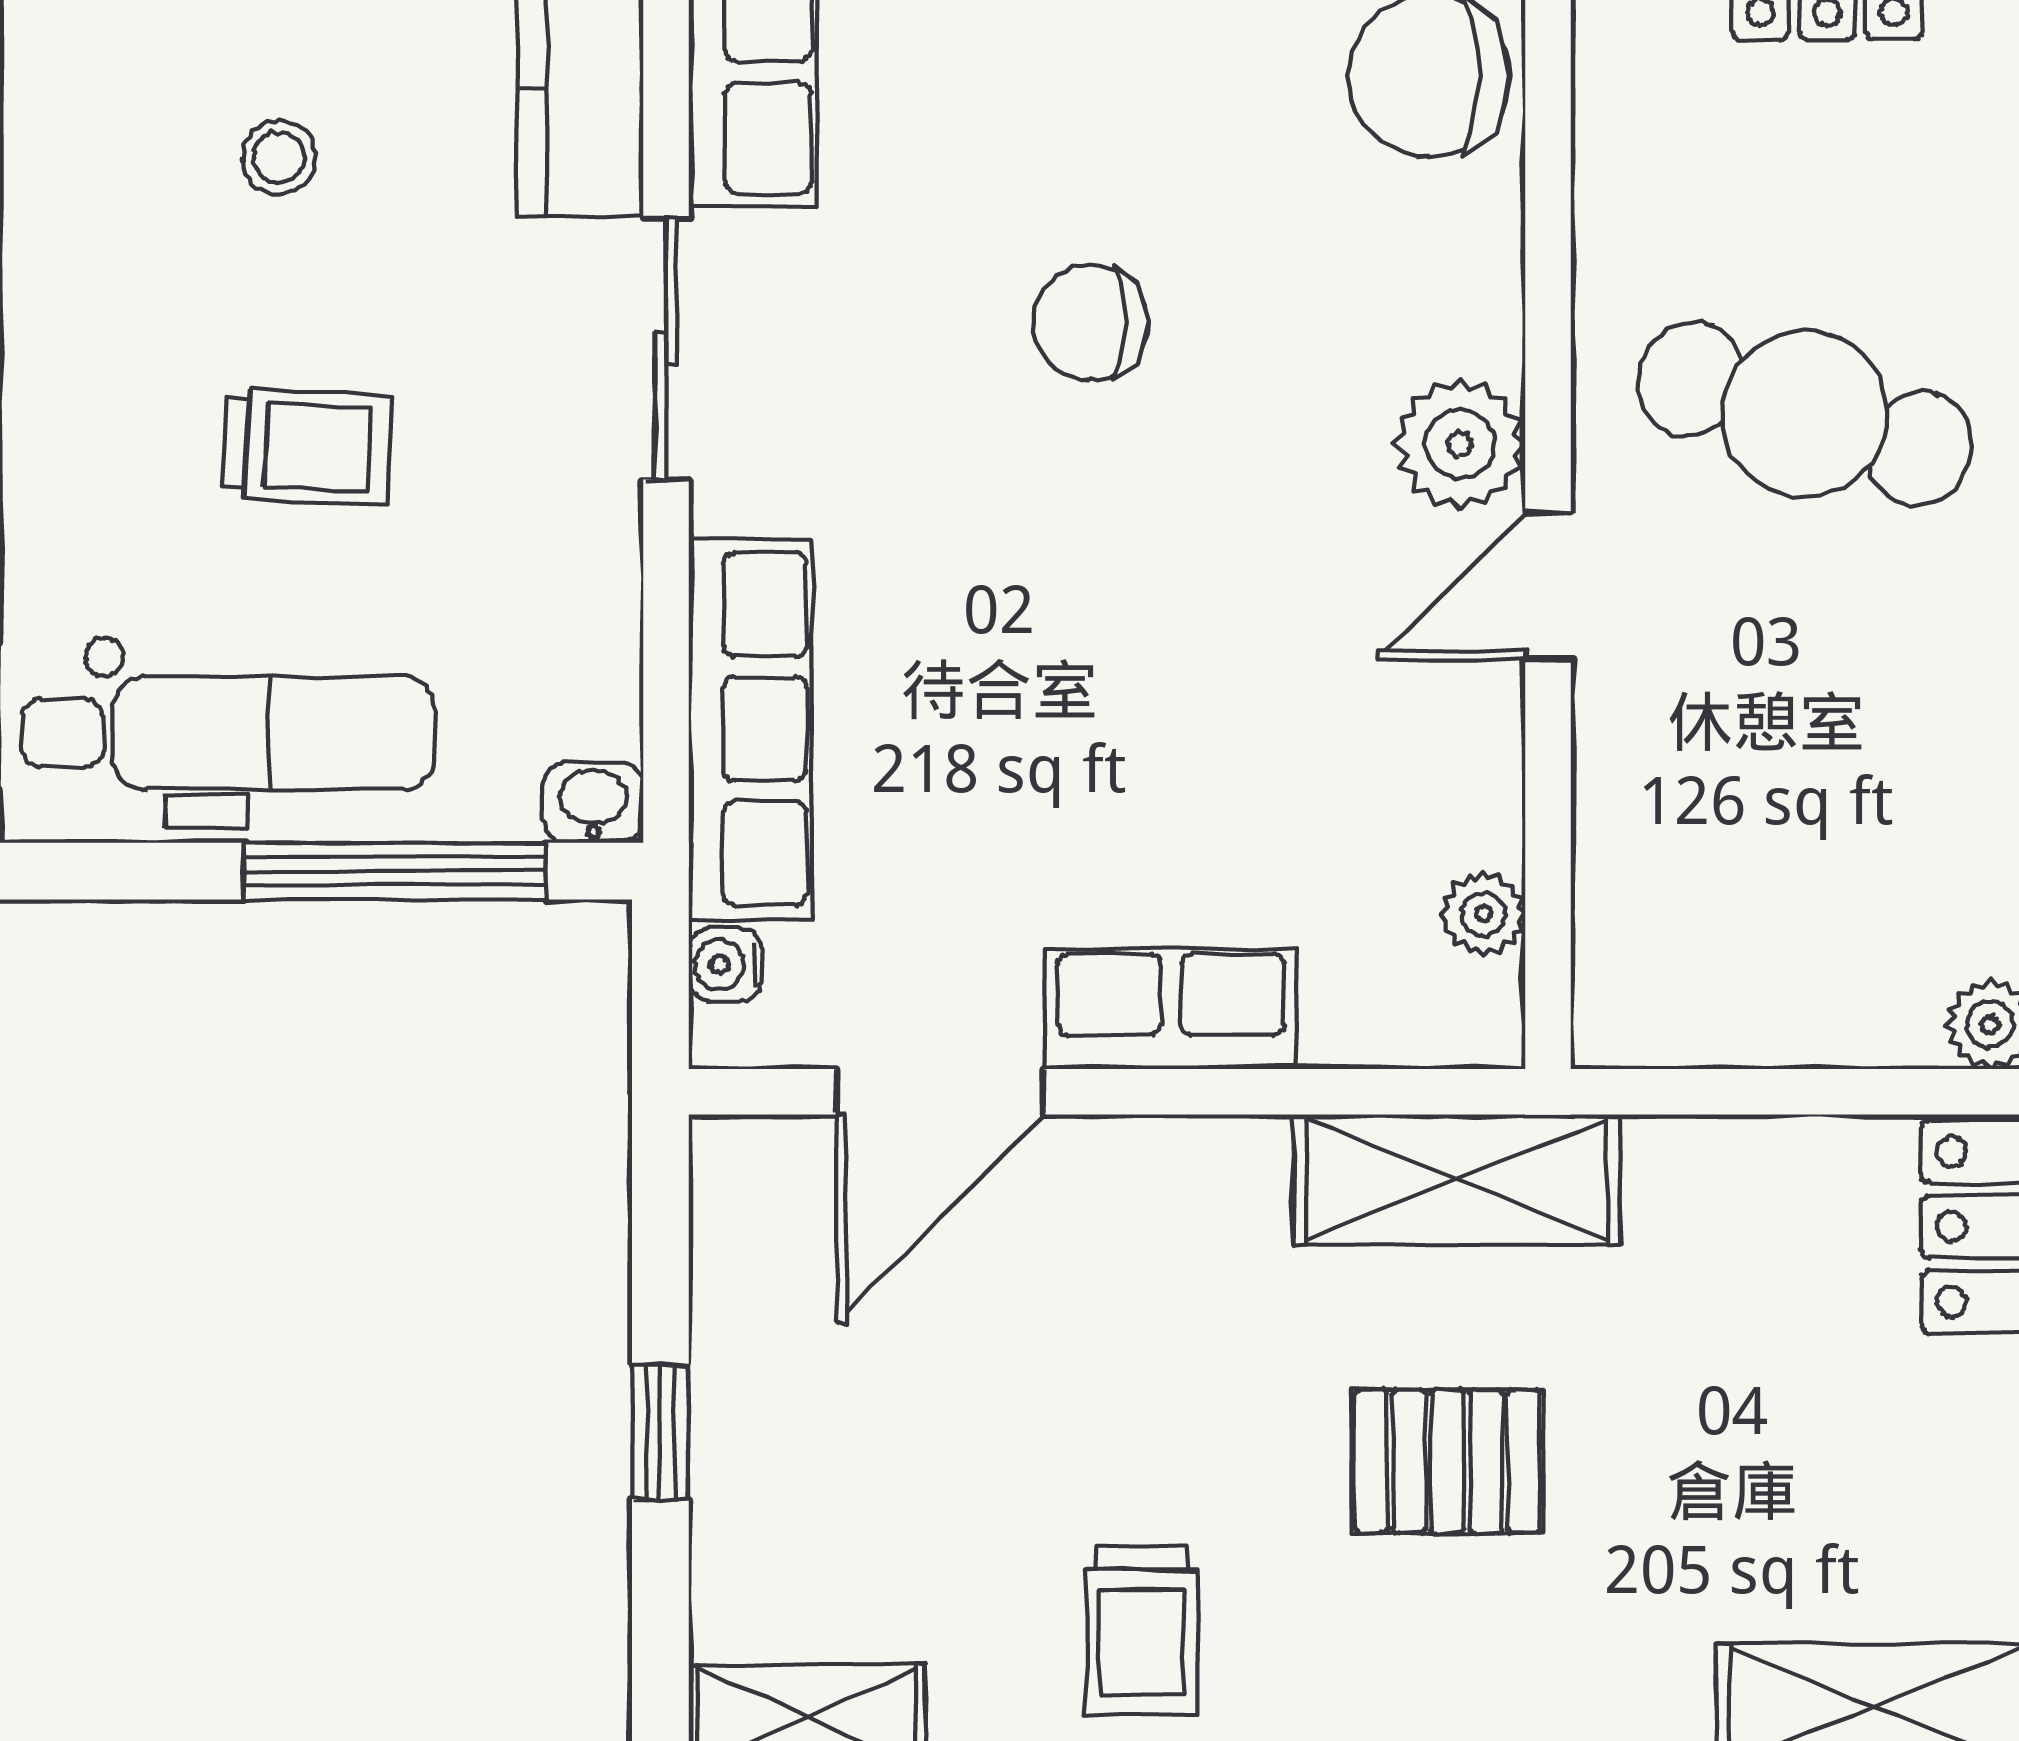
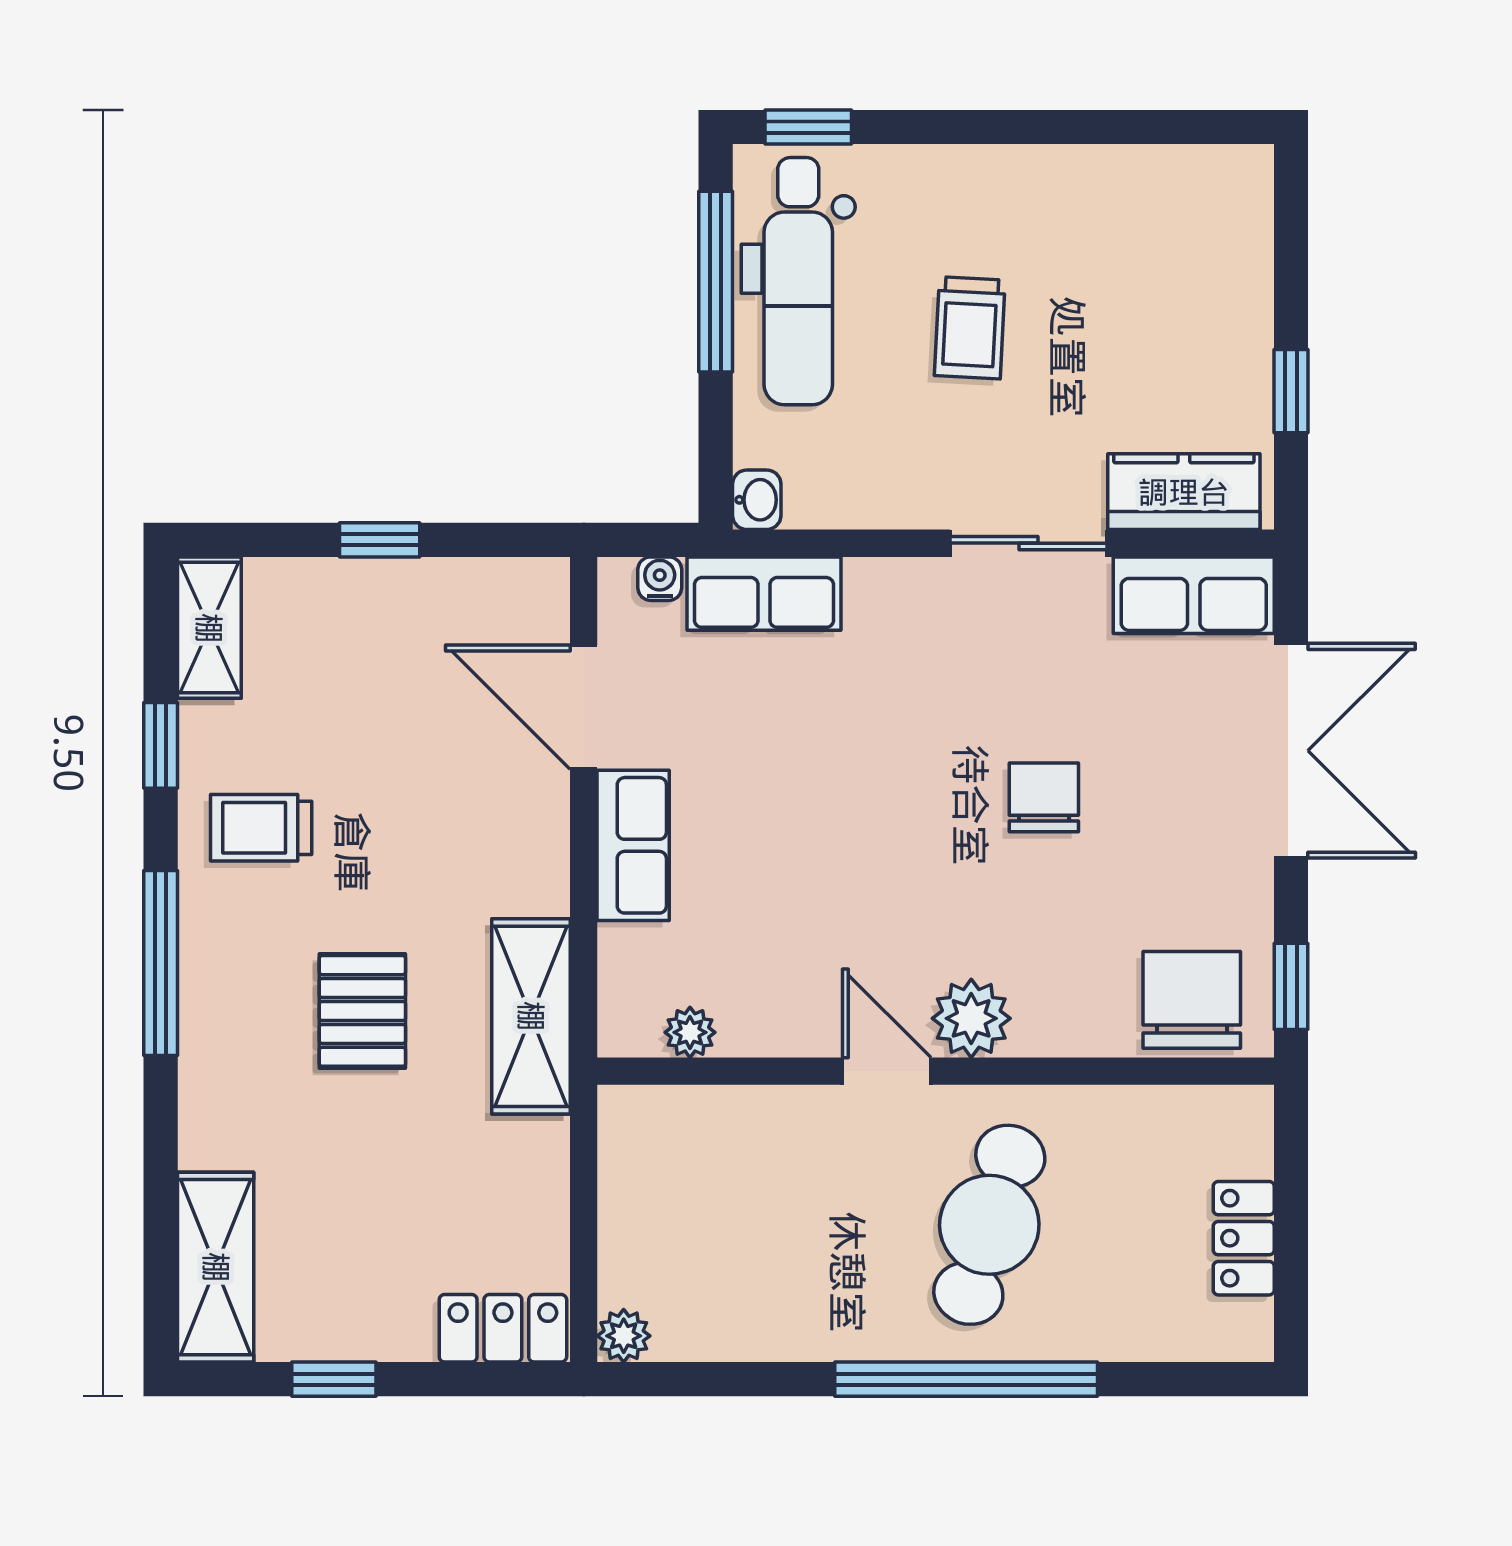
stool: (279, 157) -> (1143, 311), removed
row of seats: (750, 729) -> (764, 594), width x0.68
window: (395, 871) -> (716, 282), moved

